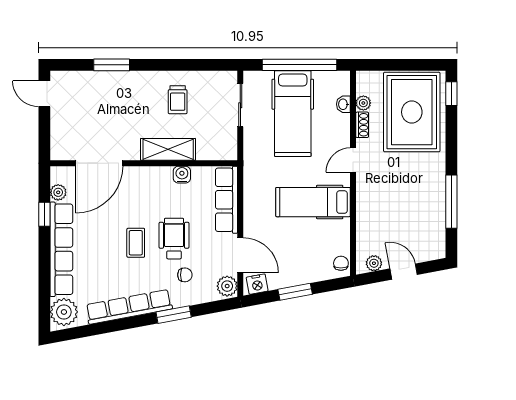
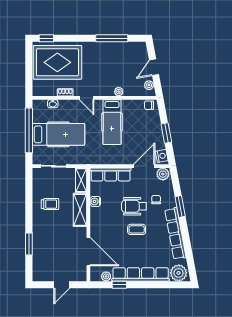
door: (44, 94) -> (62, 285), moved
plant: (363, 103) -> (119, 92), moved
shelving: (217, 151) -> (81, 180), added

